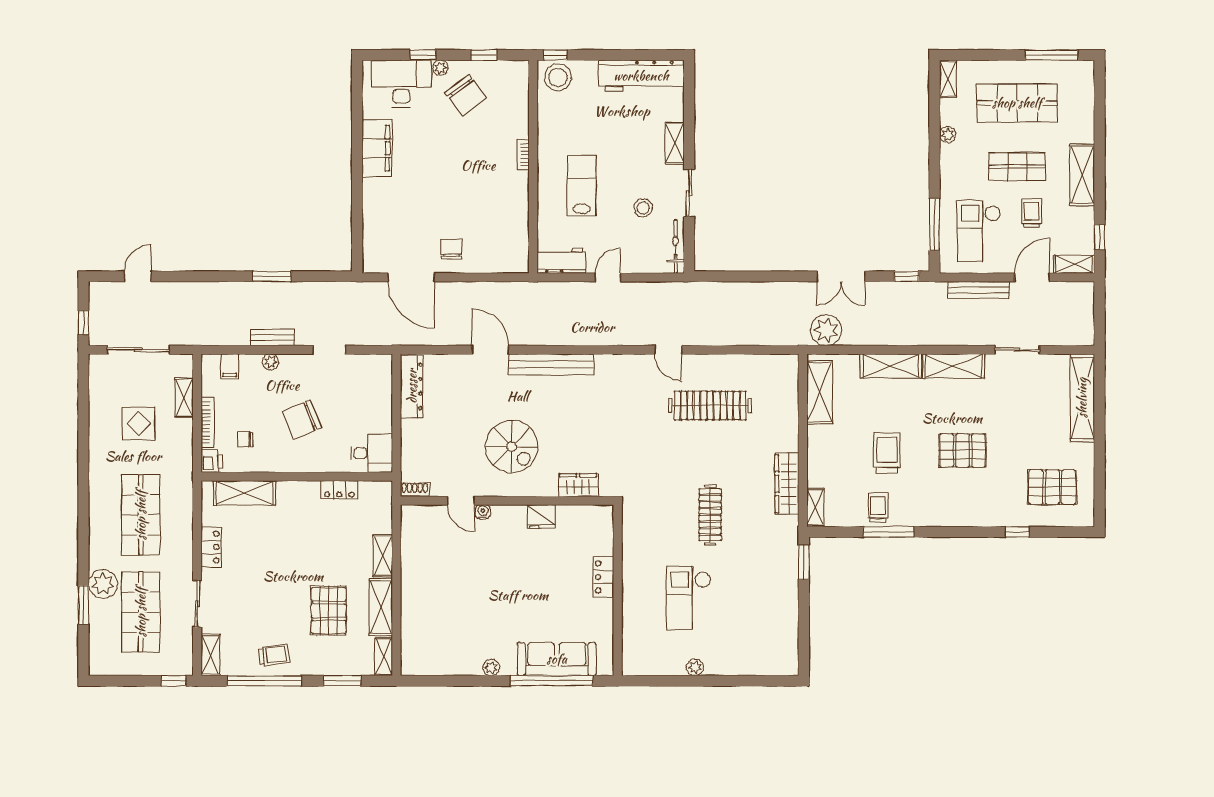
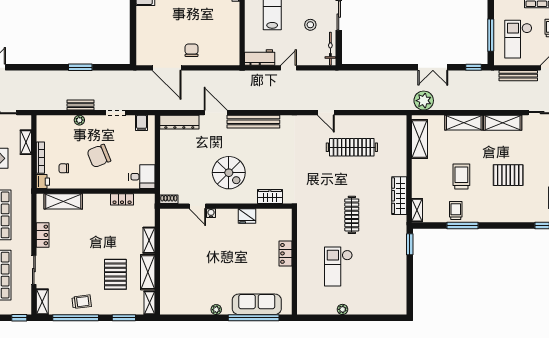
filing cabinet: (230, 366) -> (142, 123), moved
dresser: (412, 386) -> (179, 122), moved, turned 90

